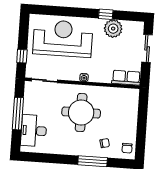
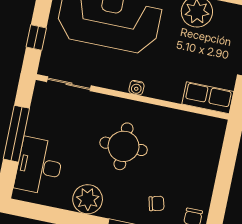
round table: (81, 113) -> (124, 146), width x0.73, depth x0.73
plant: (64, 146) -> (88, 199), added

